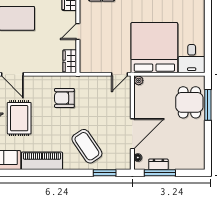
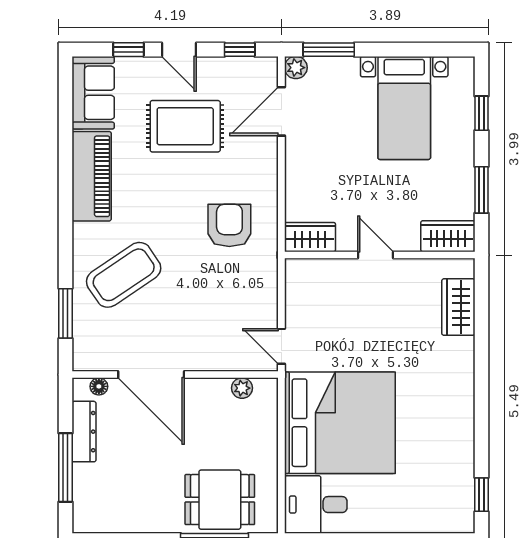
plant: (139, 80) -> (242, 388), moved
dresser: (158, 164) -> (84, 432), width x1.44
window: (160, 173) -> (65, 467), moved

